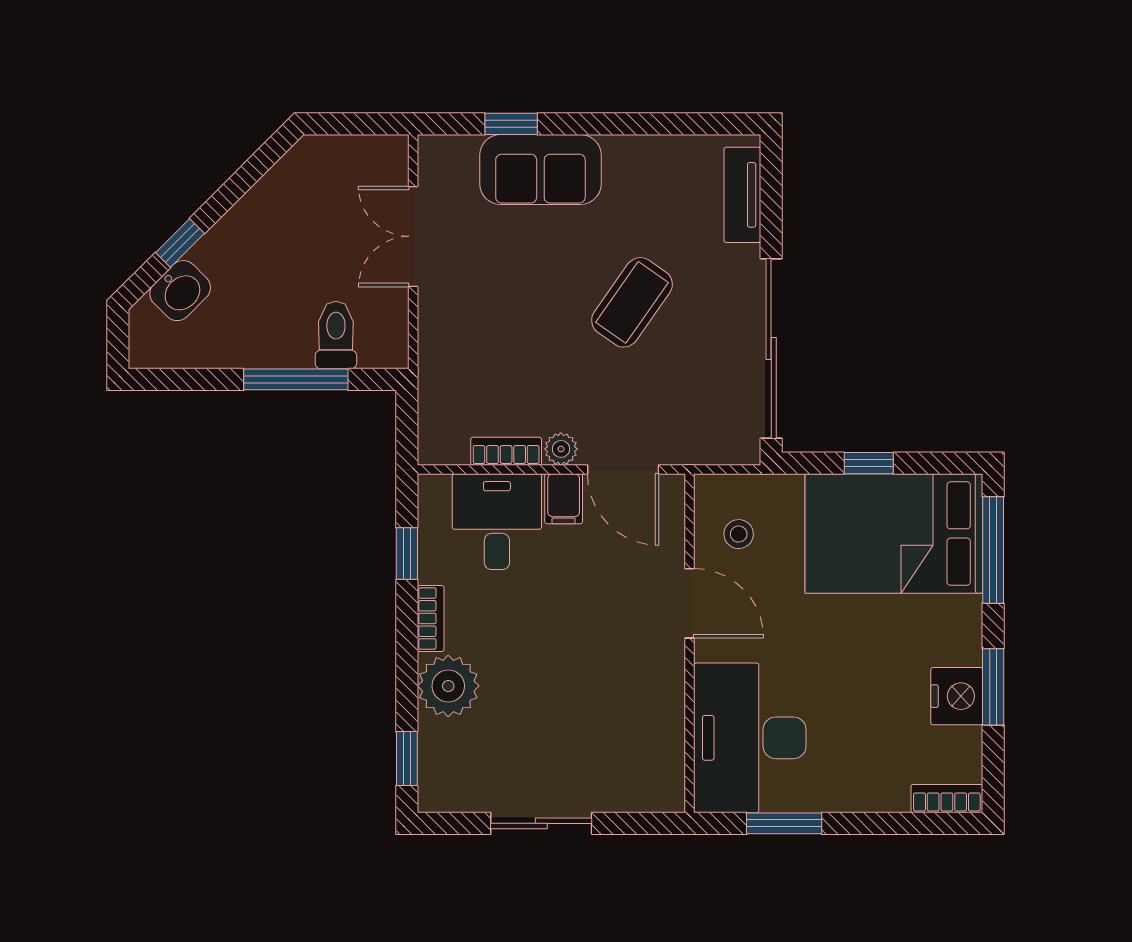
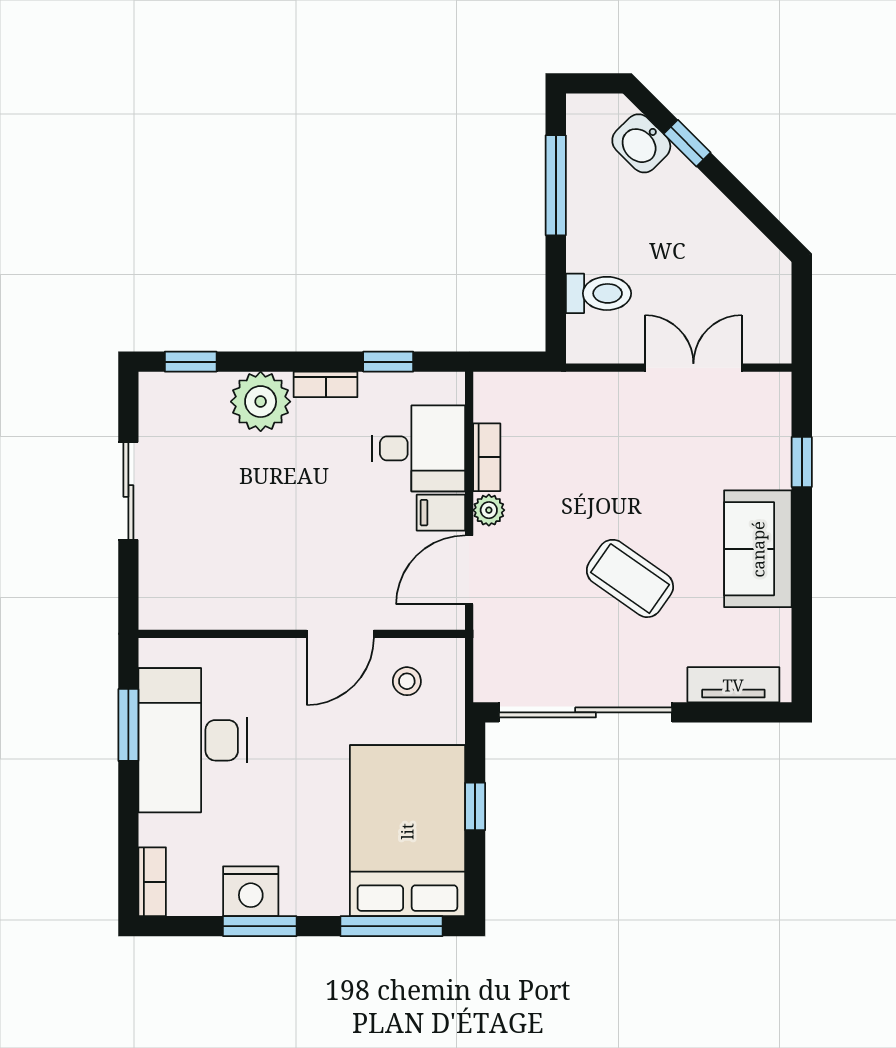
sofa: (540, 170) -> (758, 549), moved
window: (296, 379) -> (556, 185), moved
desk: (750, 738) -> (192, 740), moved, turned -90

